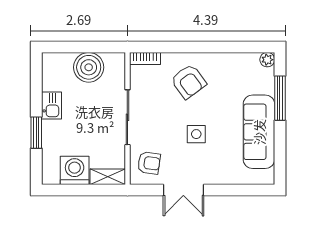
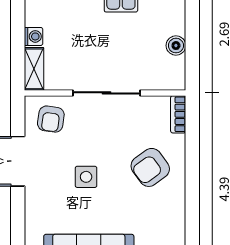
boiler: (89, 67) -> (176, 46), width x0.54, depth x0.54
washing machine: (75, 170) -> (33, 36), width x0.53, depth x0.53

